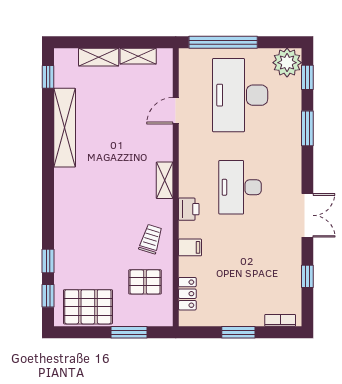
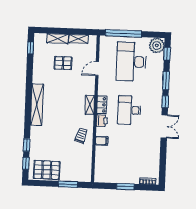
shelving: (65, 128) -> (37, 105), moved
window: (307, 276) -> (165, 102), moved
pallet: (145, 282) -> (63, 63), moved
locker: (187, 294) -> (102, 105), moved

